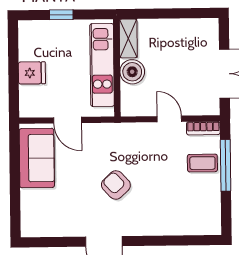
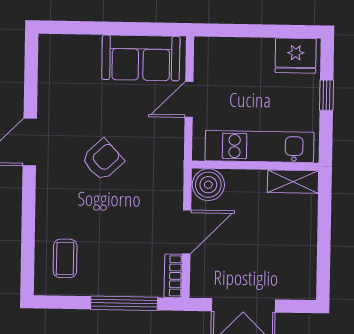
boiler: (132, 72) -> (208, 185), moved
fridge: (32, 73) -> (296, 56), moved, width x1.38
door: (169, 119) -> (187, 232), width x1.38
coffee table: (202, 163) -> (65, 258), moved

